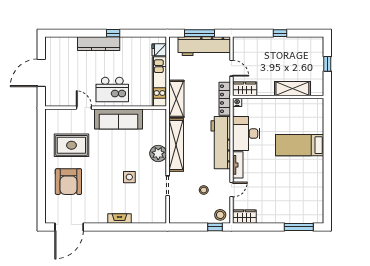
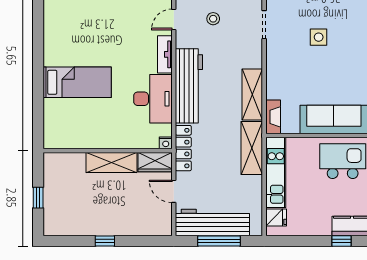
shelving: (292, 89) -> (111, 162), moved
fireplace: (161, 121) -> (273, 117), added
shelving: (176, 145) -> (252, 94), width x0.68
plant: (158, 153) -> (278, 70), removed

